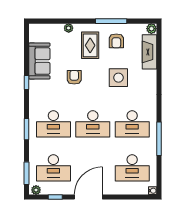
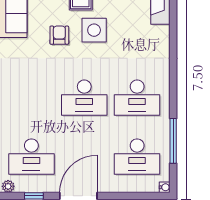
side table: (118, 78) -> (94, 30), moved
desk: (53, 124) -> (31, 98), removed
window: (159, 139) -> (173, 141), moved

